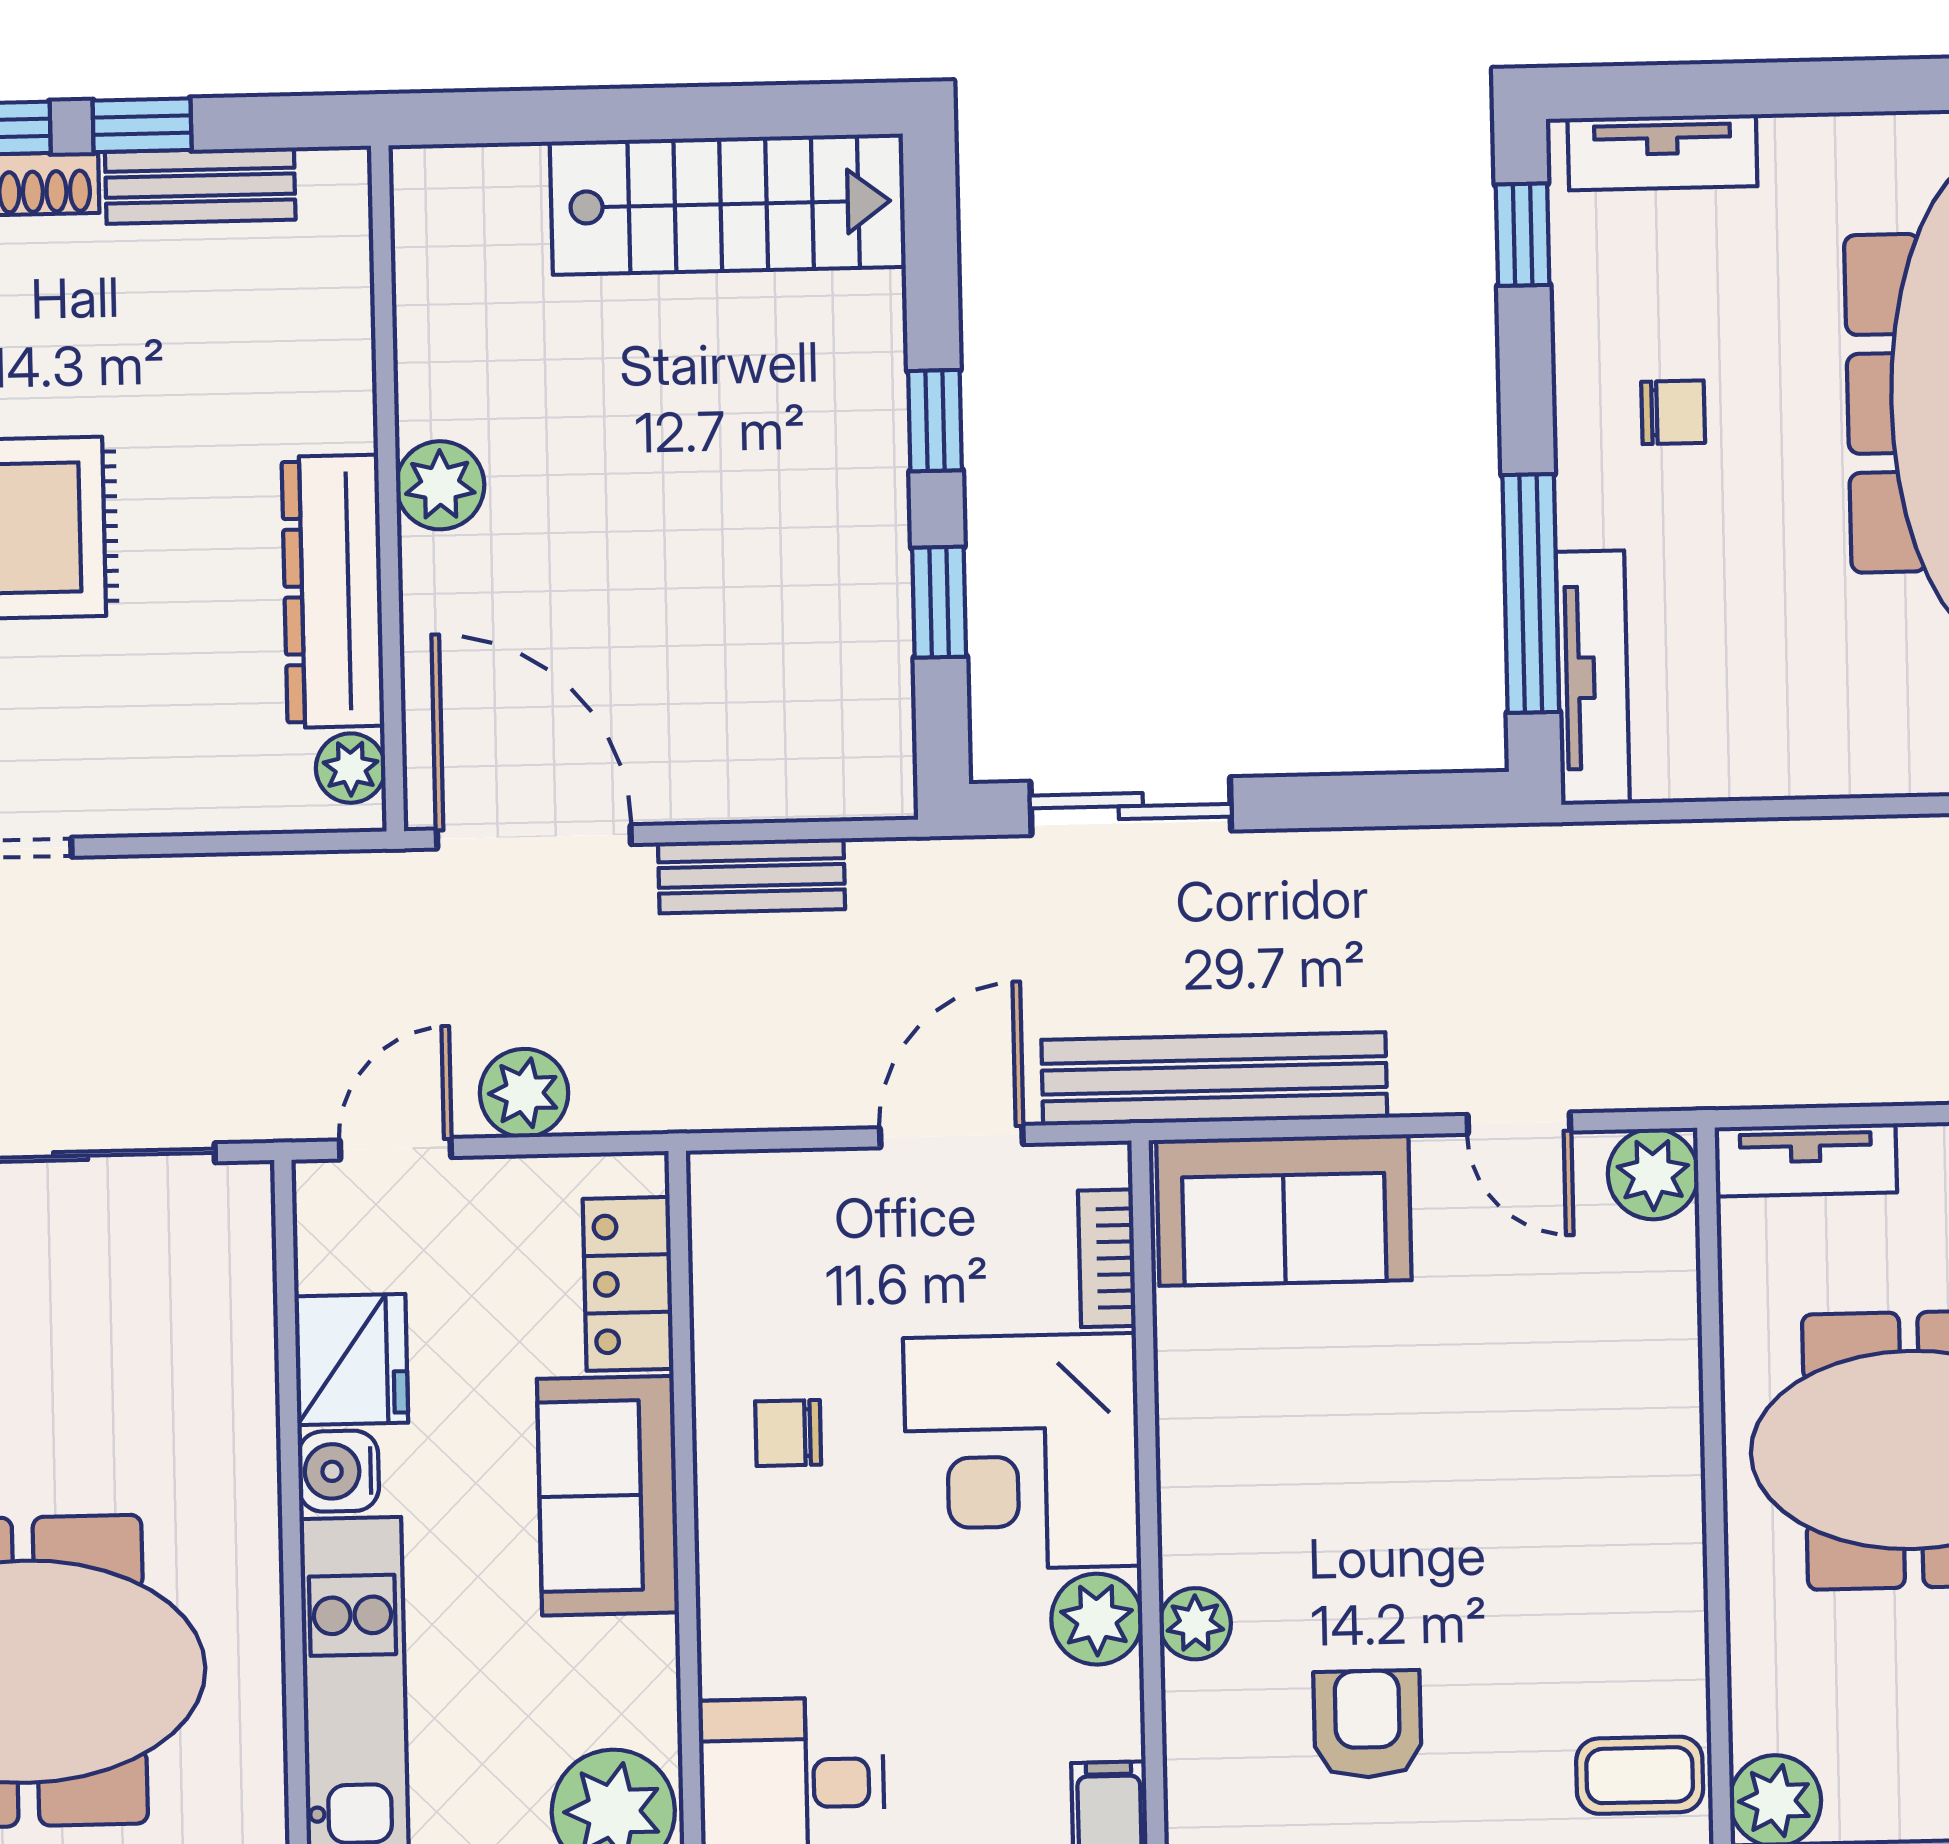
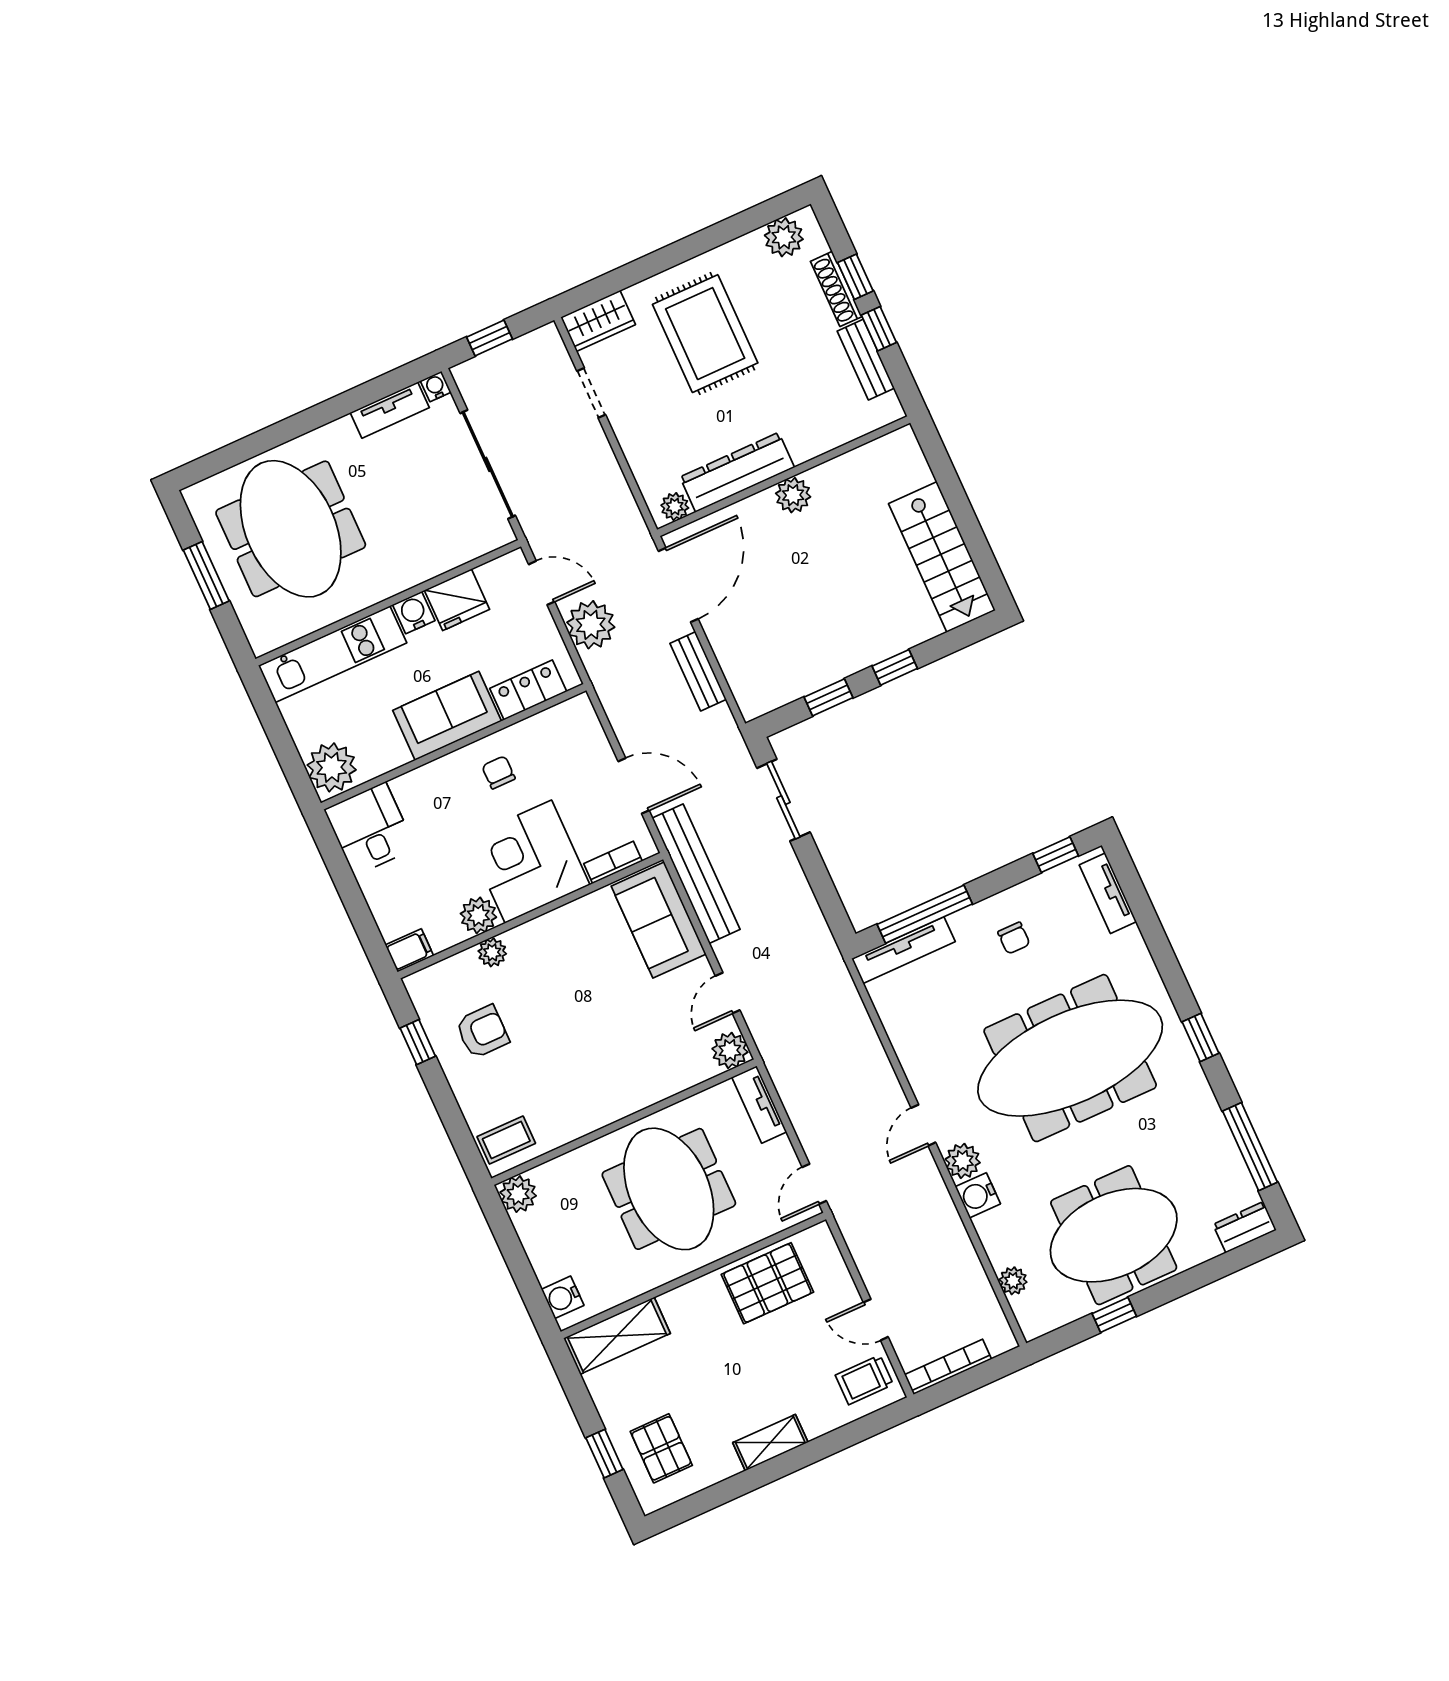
plant: (524, 1093) -> (591, 625), width x1.36, depth x1.36
coffee table: (1640, 1775) -> (506, 1140), turned 90

